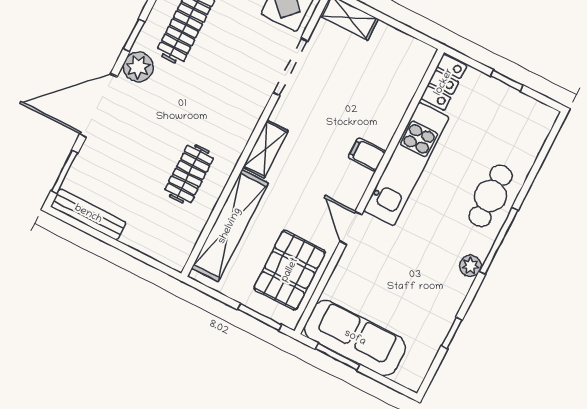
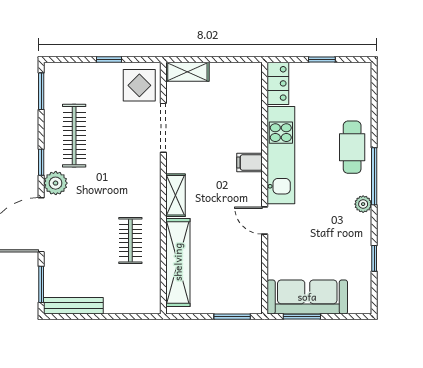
pallet: (290, 270) -> (236, 272), removed

